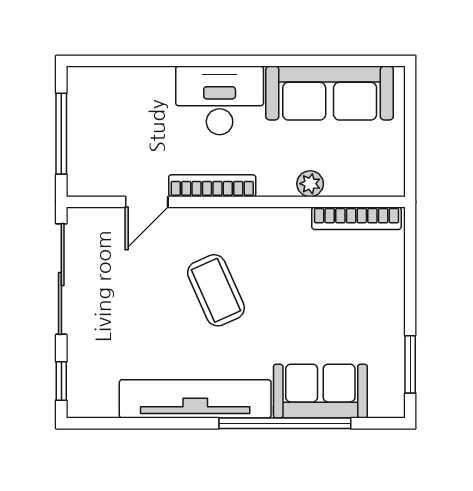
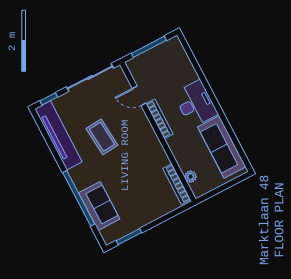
plant: (310, 184) -> (191, 177), moved
coffee table: (216, 290) -> (102, 137), moved, turned -71
tv unit: (195, 399) -> (58, 135), moved

